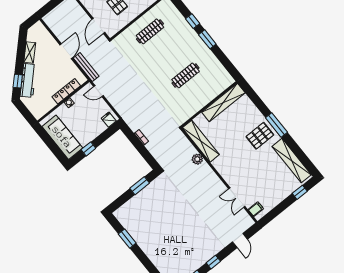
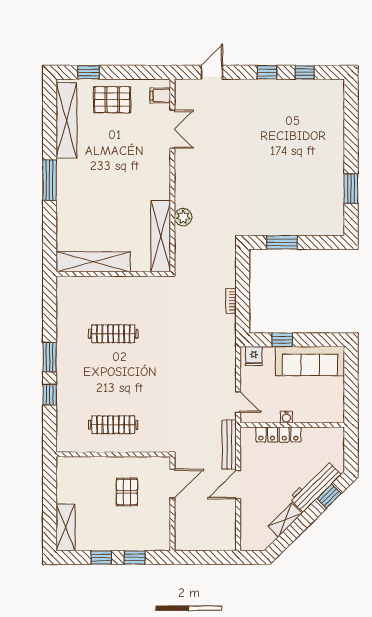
pallet: (260, 136) -> (112, 100), moved
sofa: (62, 137) -> (310, 361), moved, turned -90
window: (88, 149) -> (282, 340), moved

